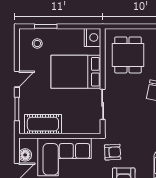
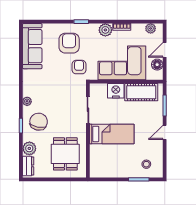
nightstand: (92, 37) -> (116, 91), moved, turned 90
bed: (76, 72) -> (112, 134), width x0.67
armchair: (113, 152) -> (79, 67), turned 93

